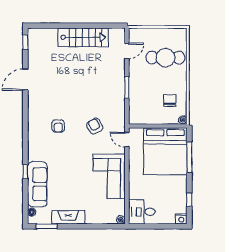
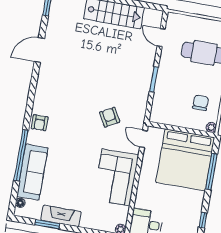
door: (127, 51) -> (161, 38), swing flipped
armchair: (58, 126) -> (40, 123), moved
window: (25, 172) -> (21, 155), width x3.17
window: (47, 226) -> (47, 224), moved

